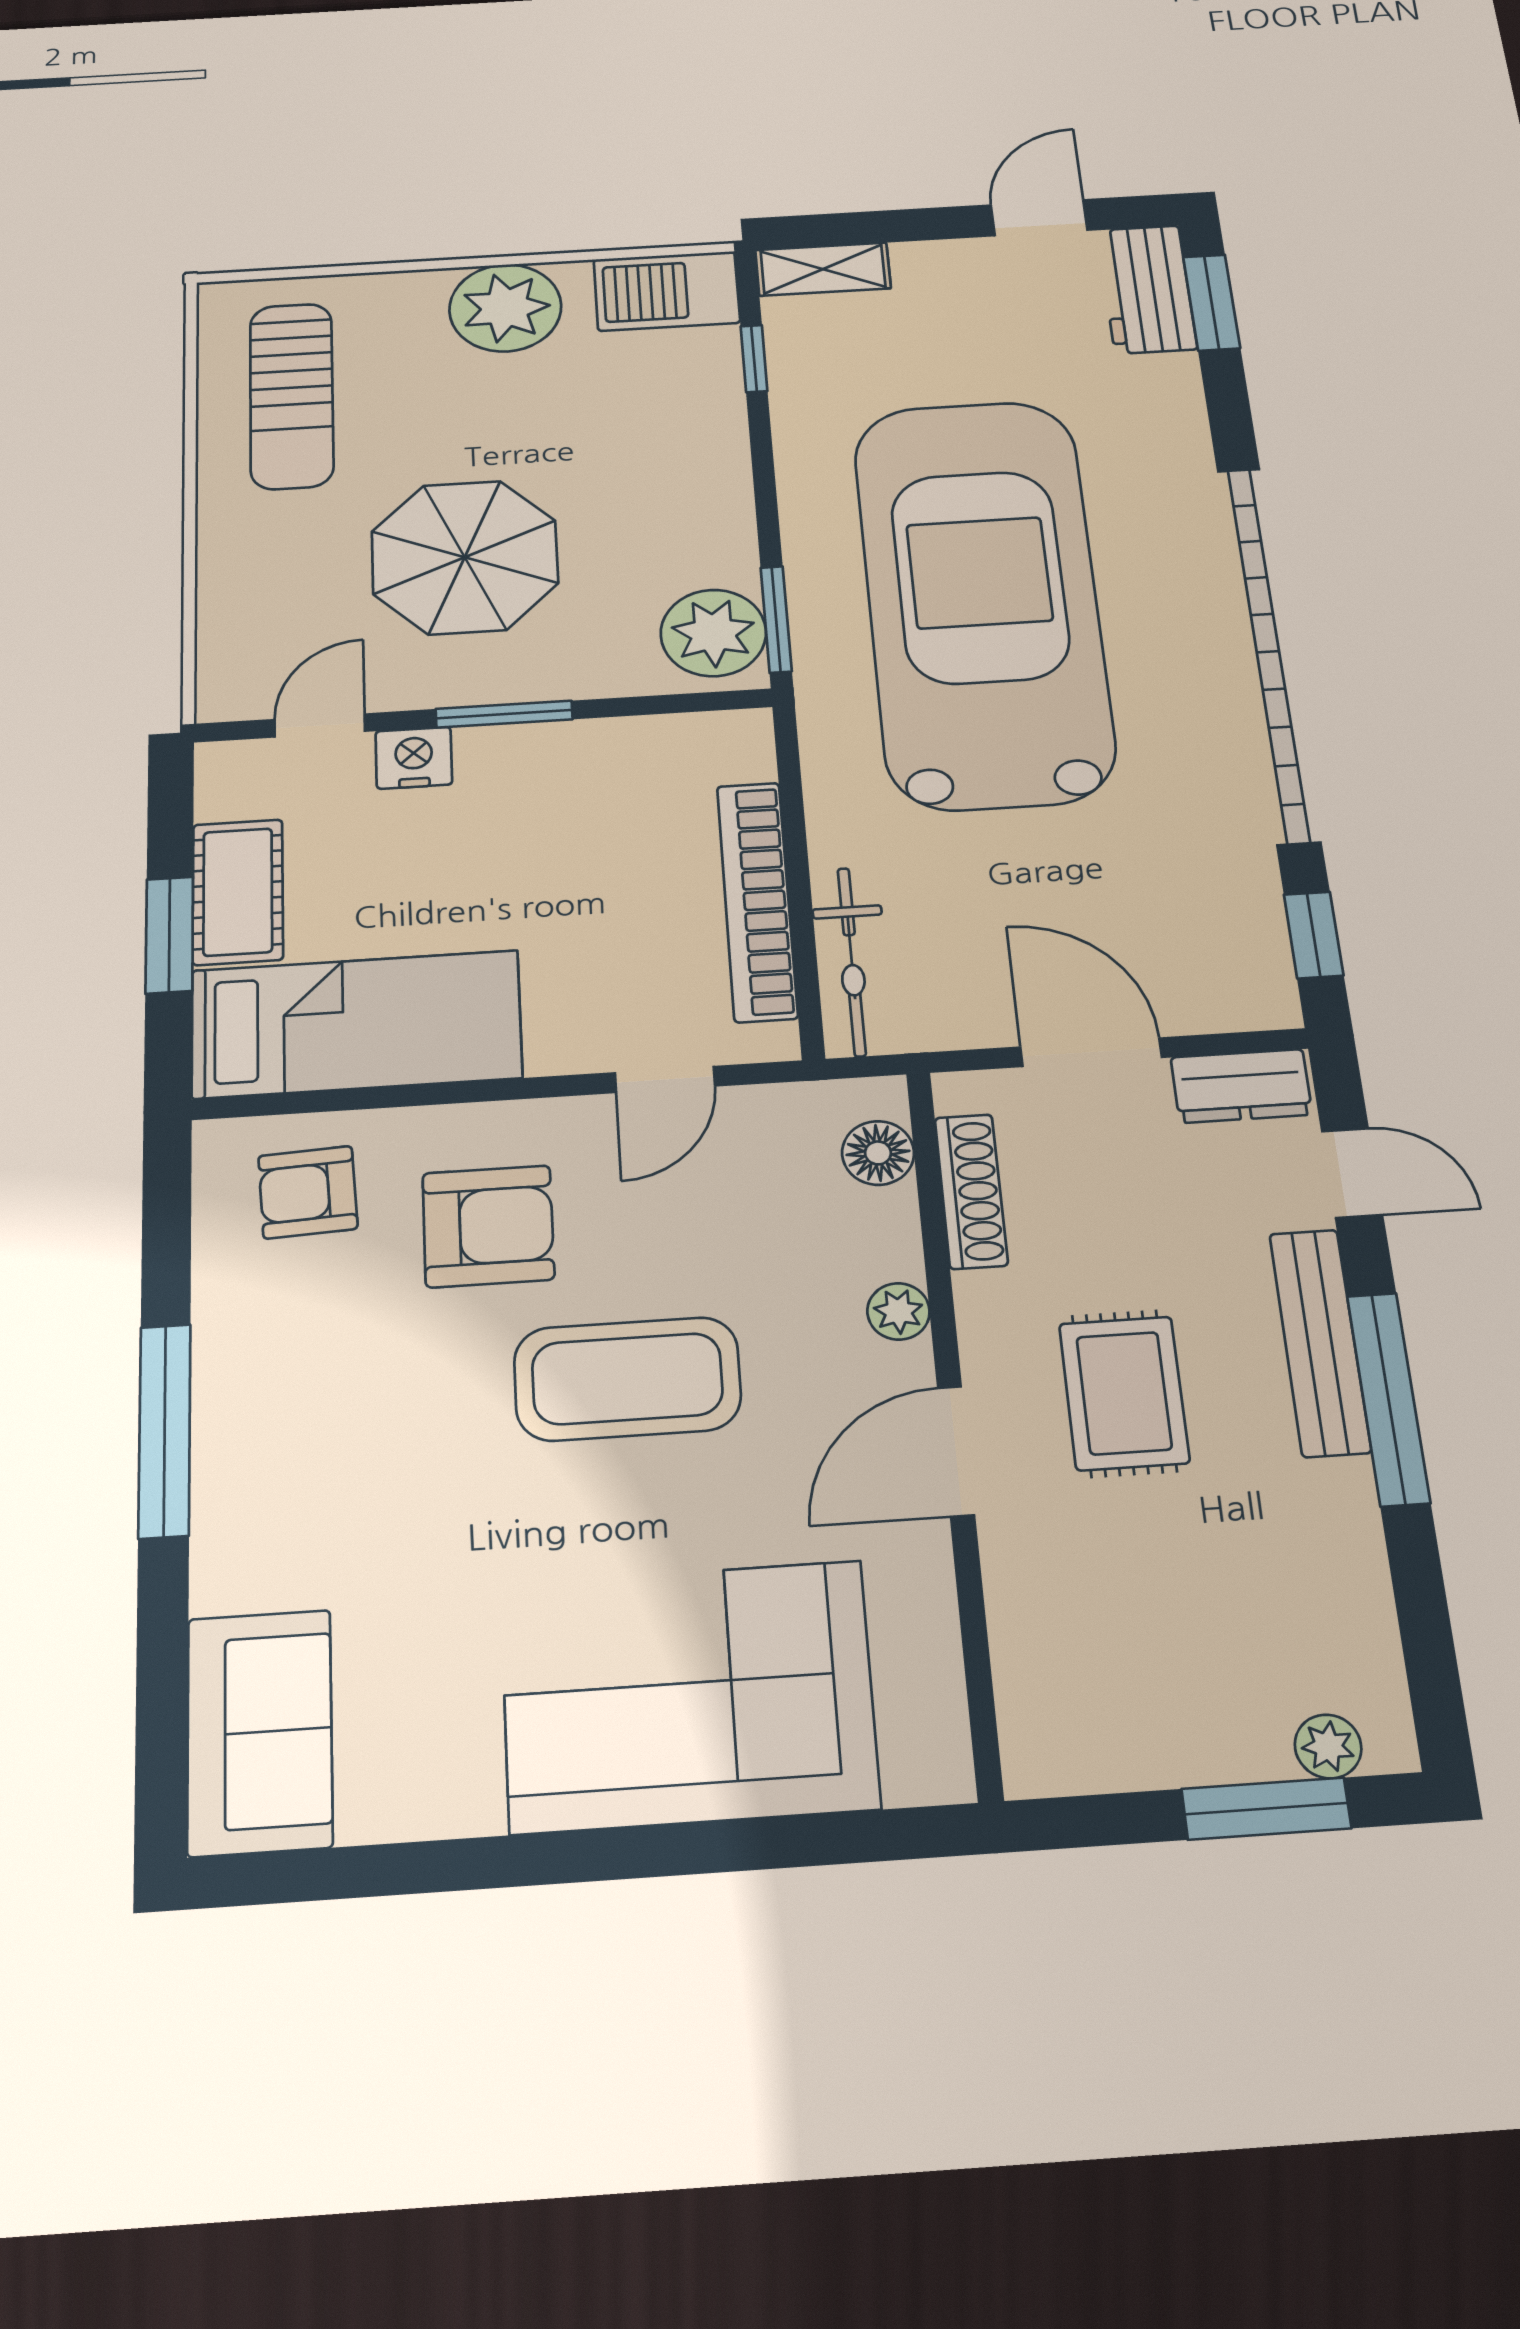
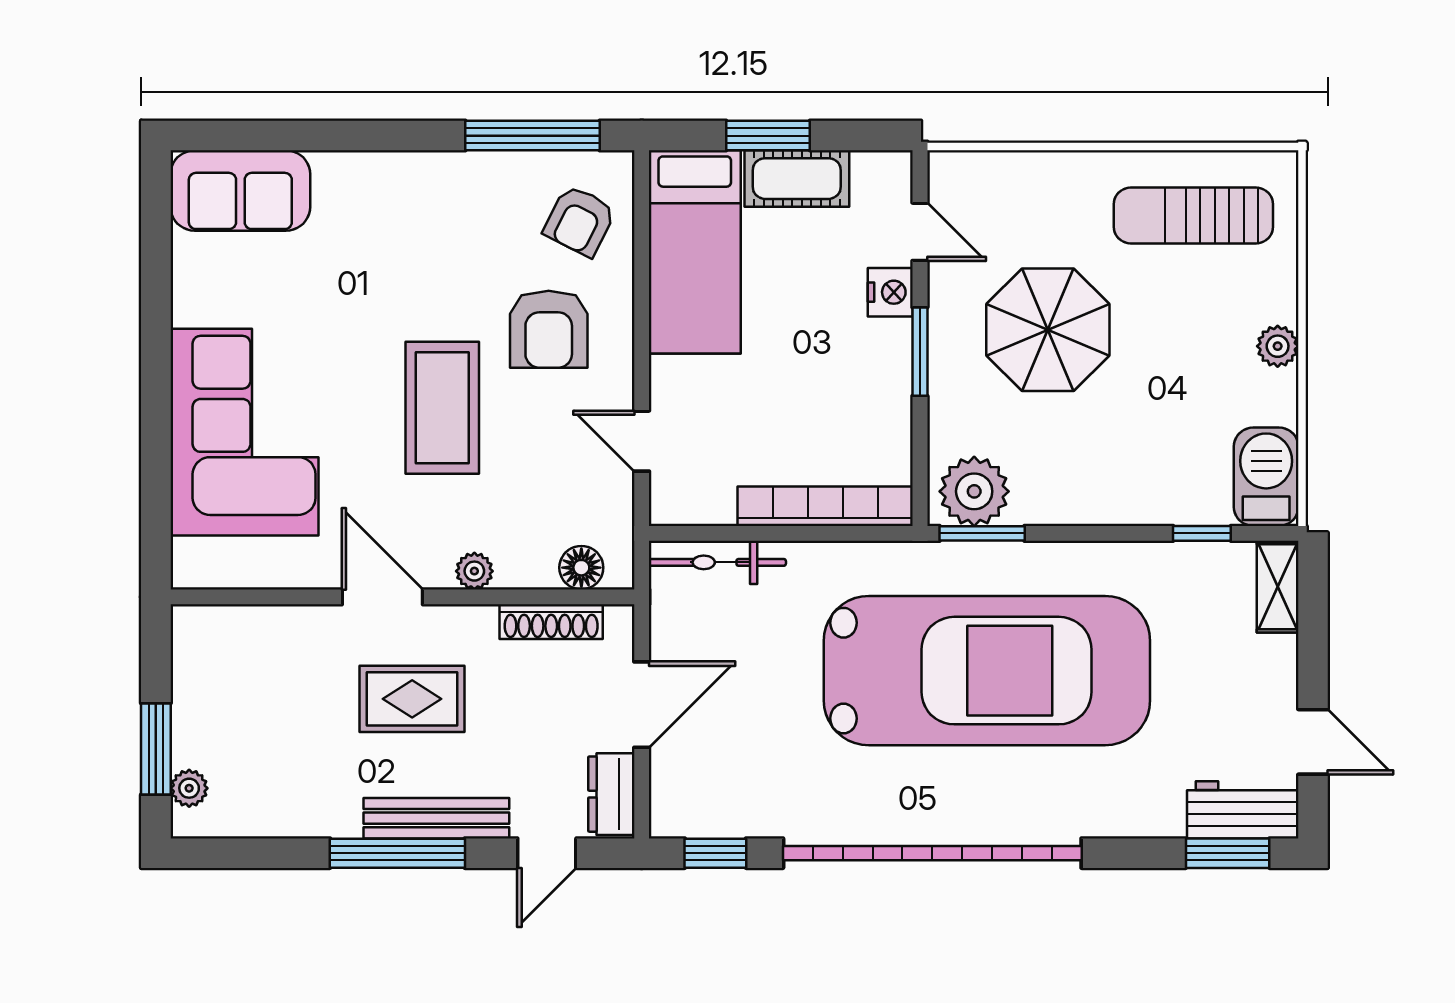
plant: (505, 308) -> (1278, 346), width x0.53, depth x0.53
bookcase: (757, 901) -> (825, 506), moved
armchair: (308, 1192) -> (580, 221), turned -150
window: (165, 1430) -> (532, 136), moved

